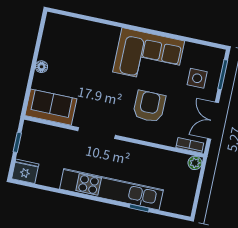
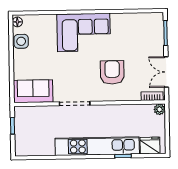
corner sofa: (149, 56) -> (84, 33), moved
floor lamp: (42, 67) -> (17, 22), moved
side table: (197, 78) -> (21, 41), moved
fridge: (25, 171) -> (150, 145), moved

